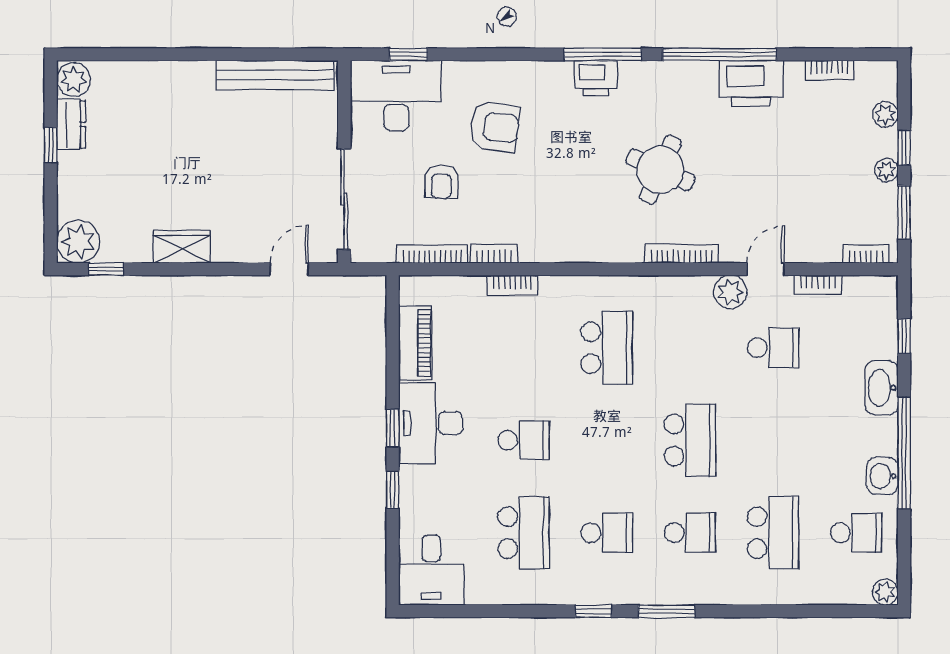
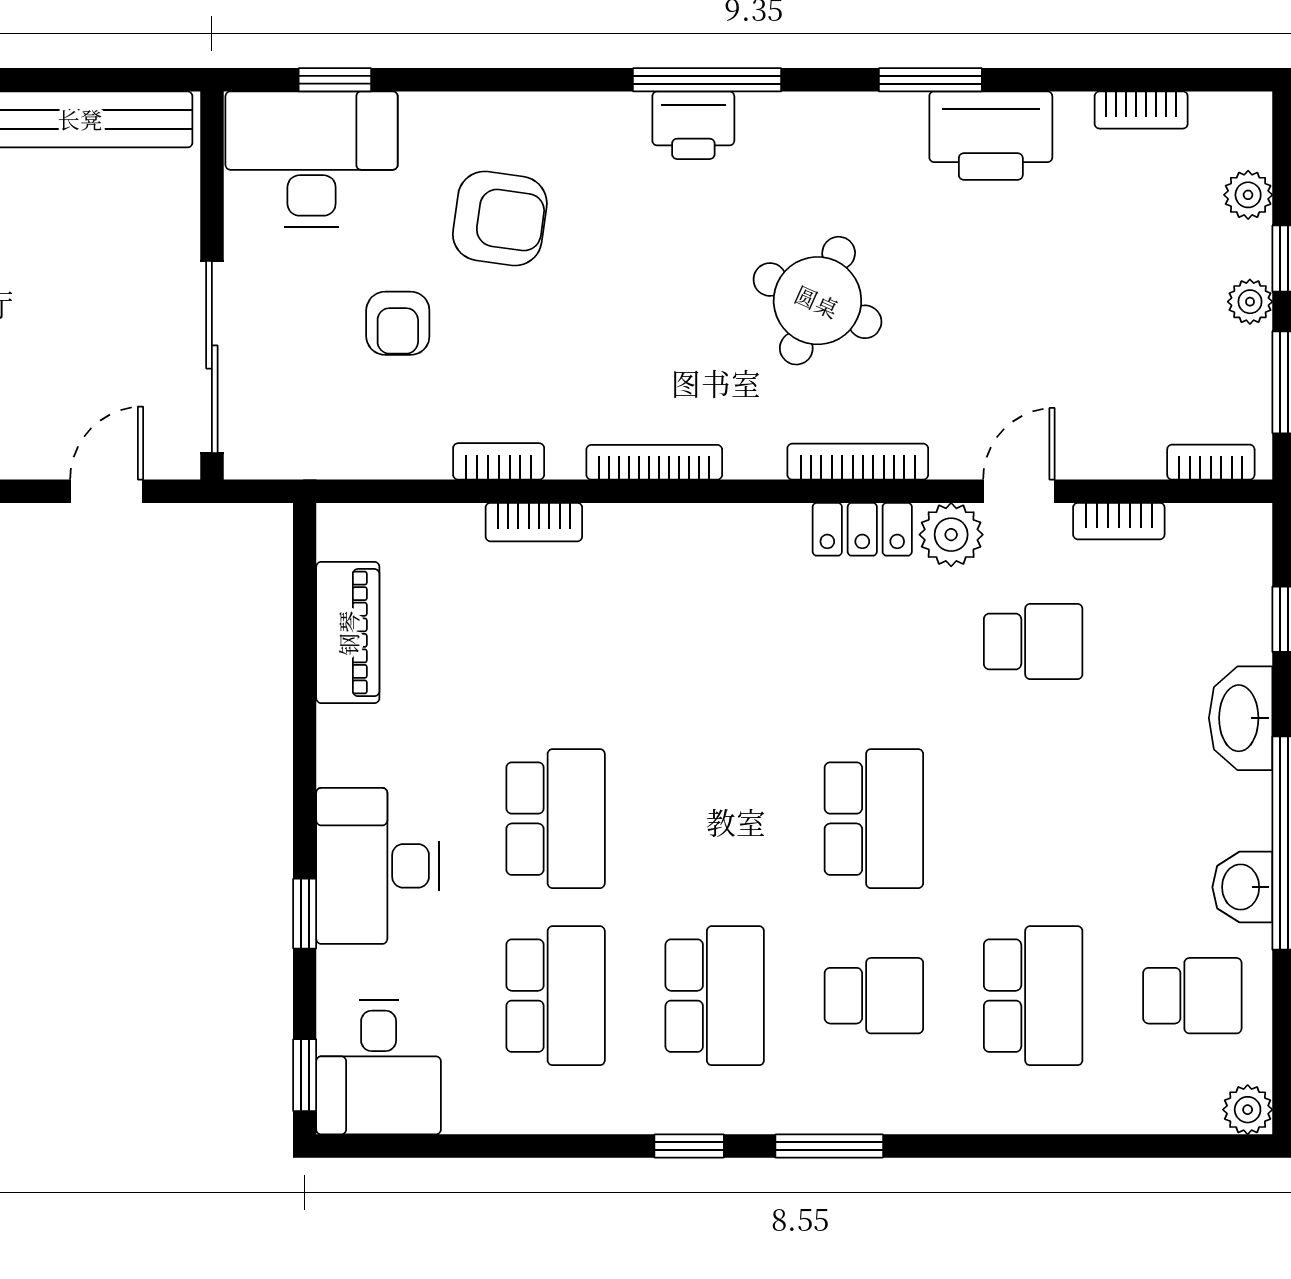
window: (719, 54) -> (930, 80), width x0.47
bookcase: (432, 254) -> (654, 462), moved
locker: (684, 289) -> (862, 529), added
school desk: (607, 348) -> (715, 642), removed
desk: (431, 423) -> (377, 866), moved
window: (393, 428) -> (305, 1075), moved
school desk: (524, 440) -> (556, 819), width x1.85
school desk: (607, 533) -> (715, 996), width x1.85

